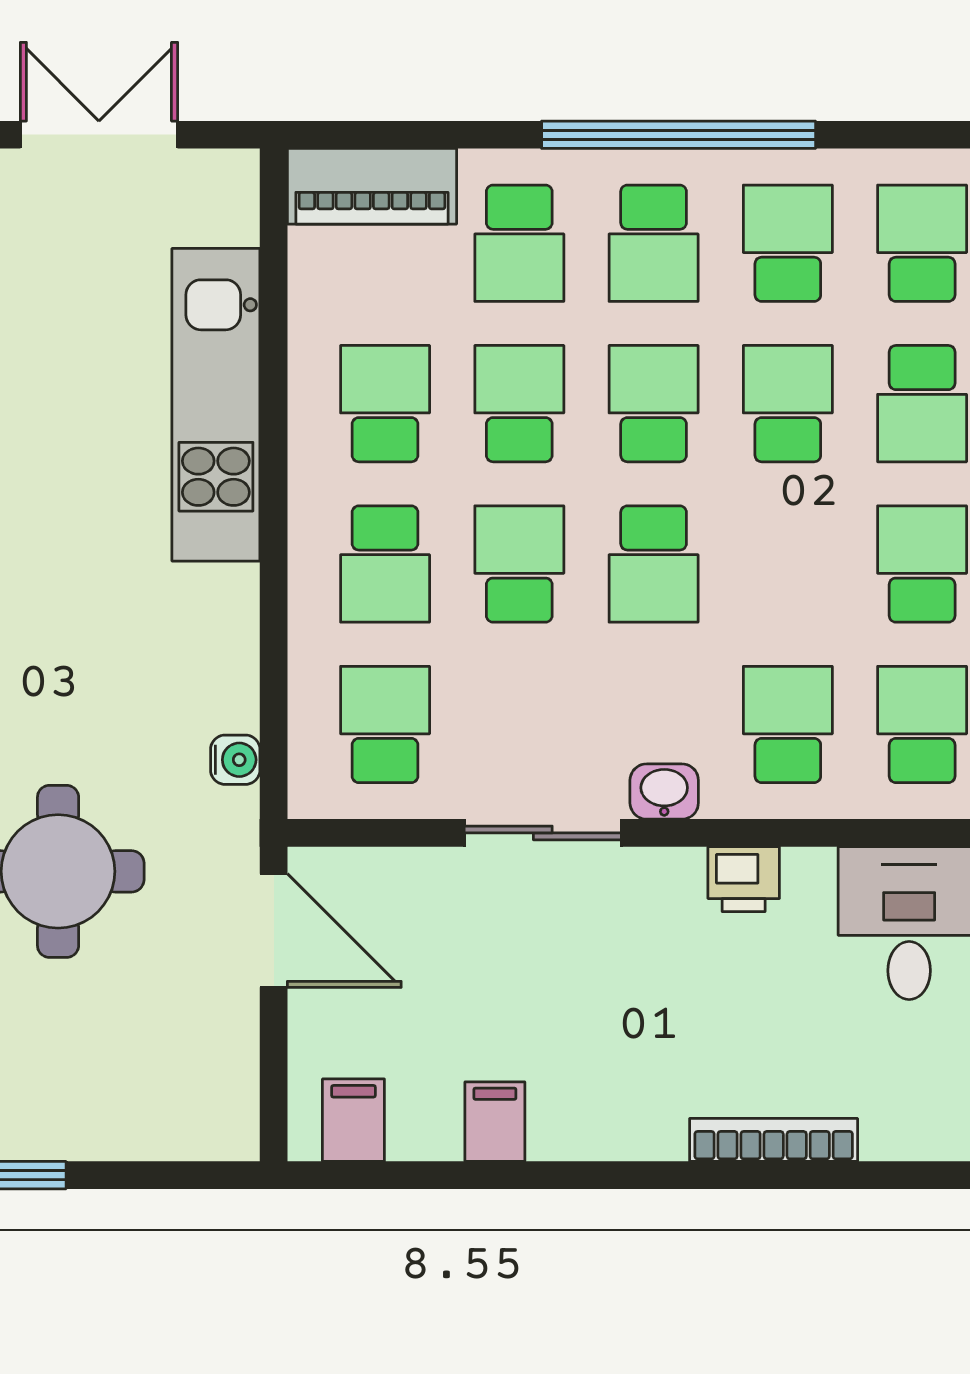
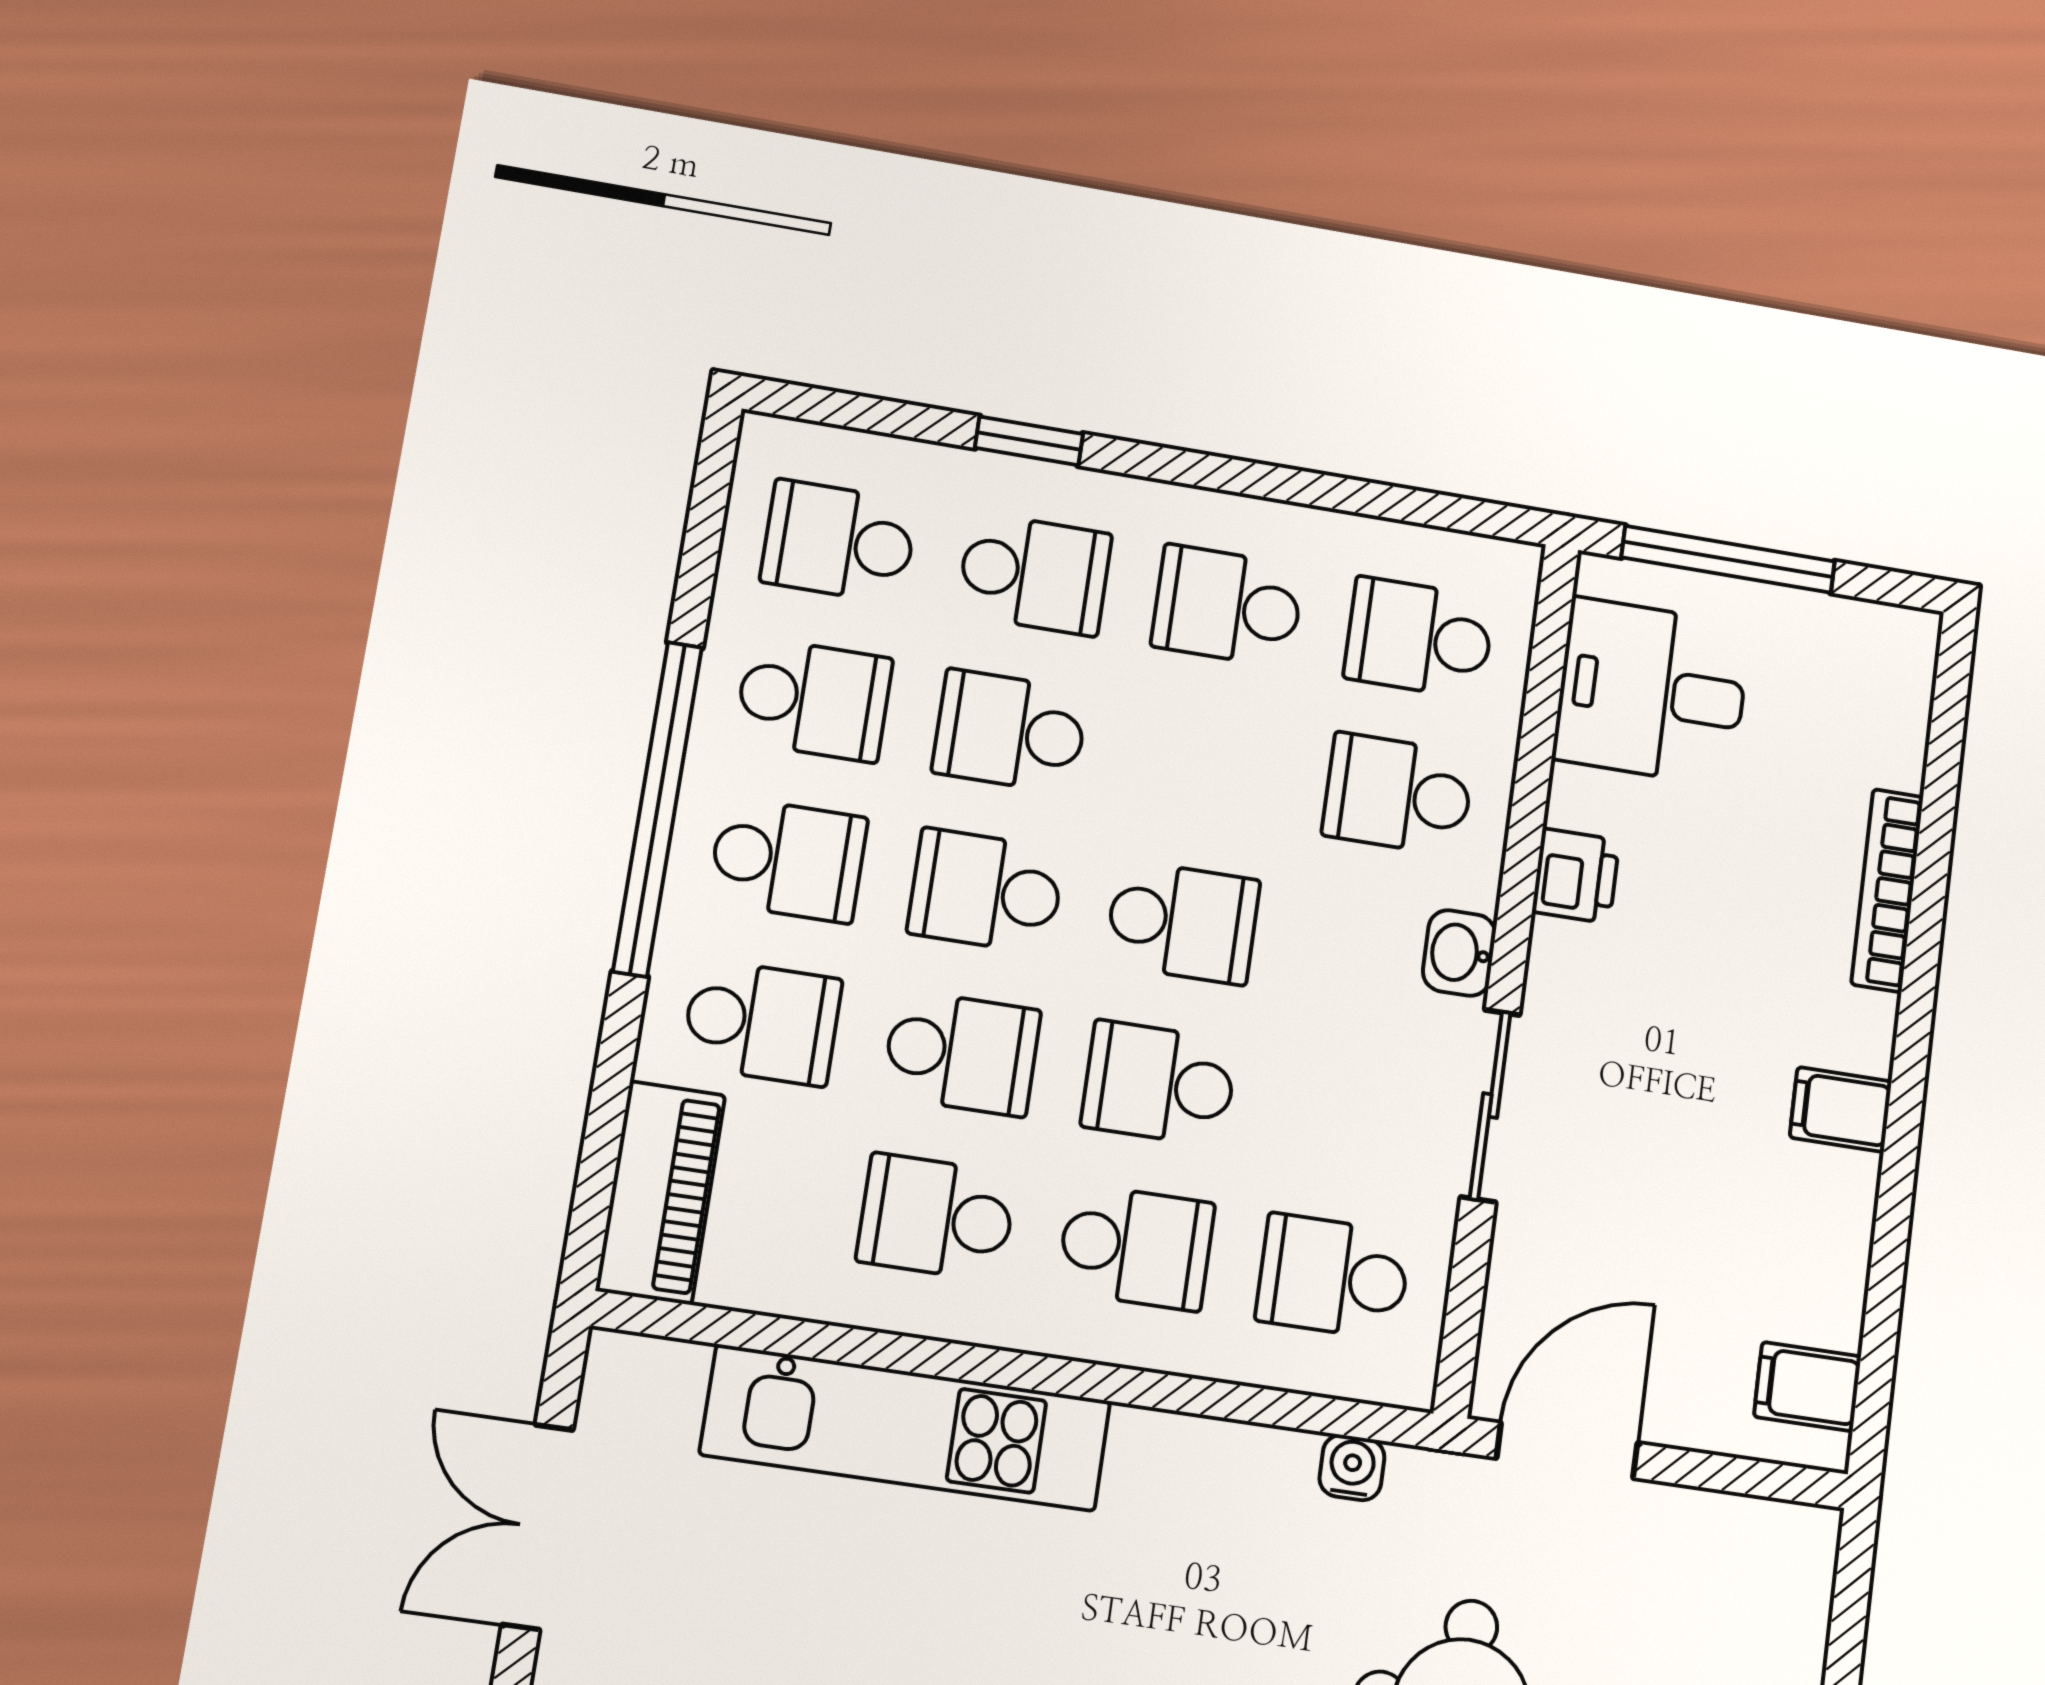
school desk: (788, 243) -> (814, 700), turned 180
school desk: (519, 404) -> (961, 1053), turned 180
filing cabinet: (495, 1122) -> (1841, 1109), moved

